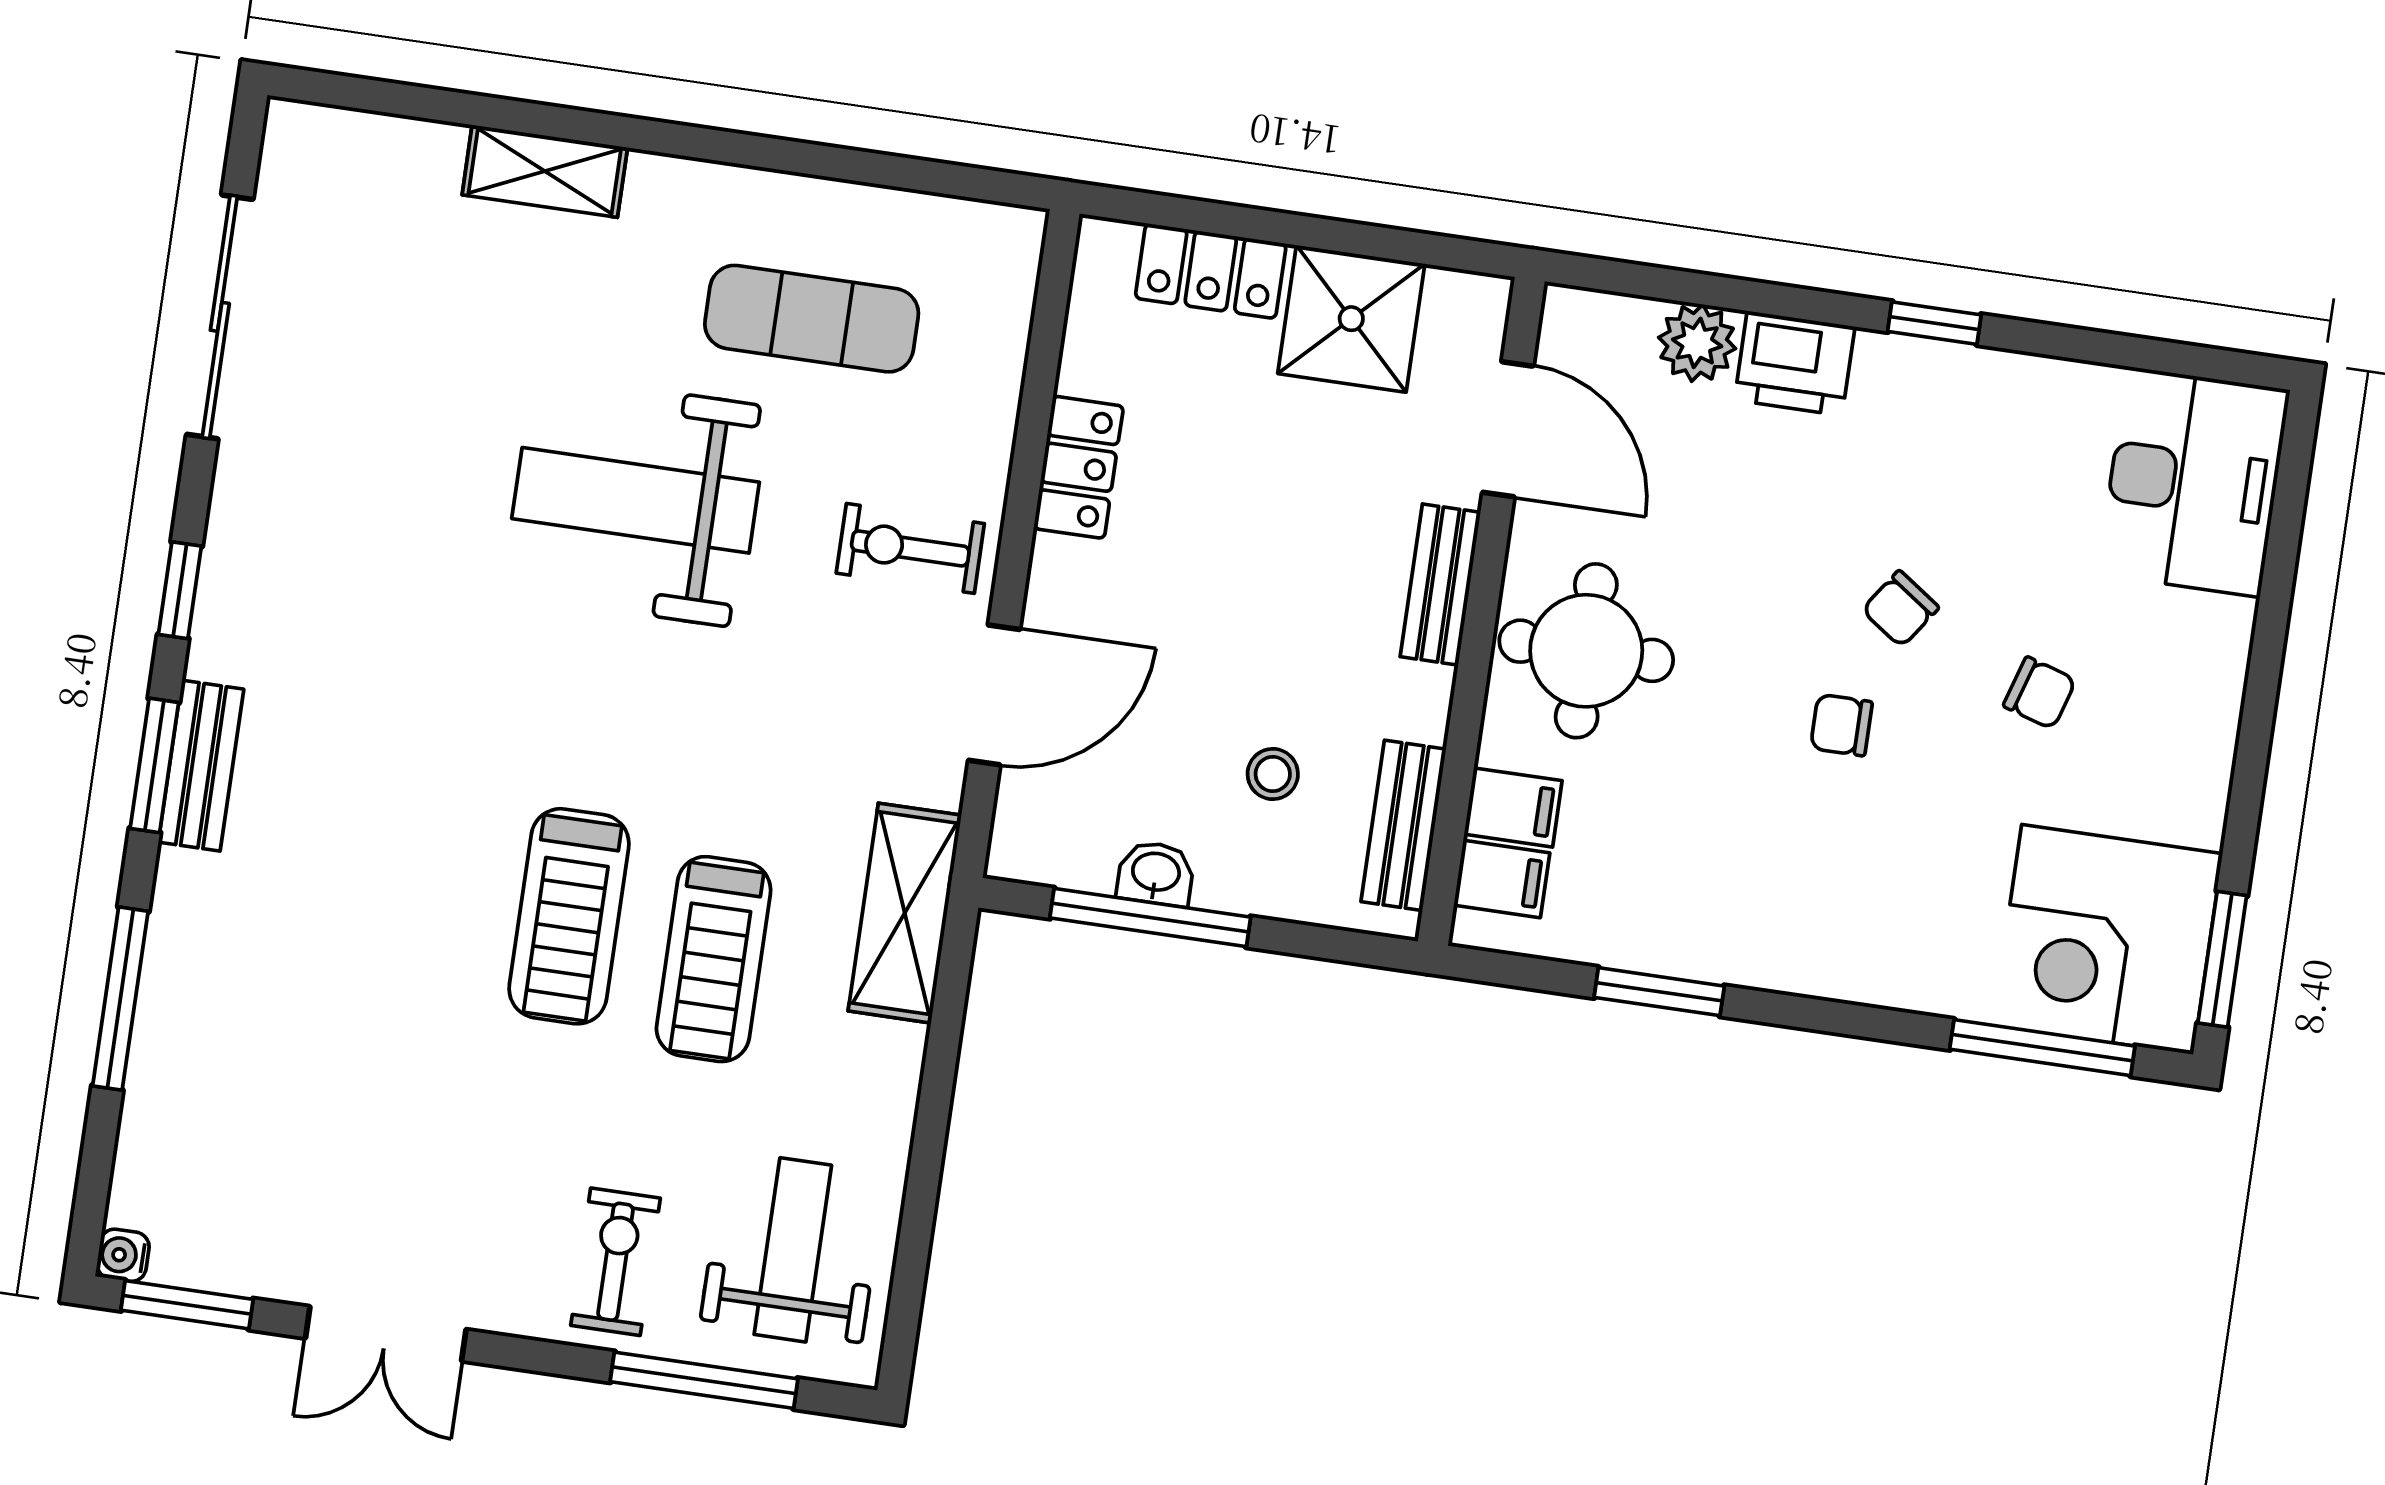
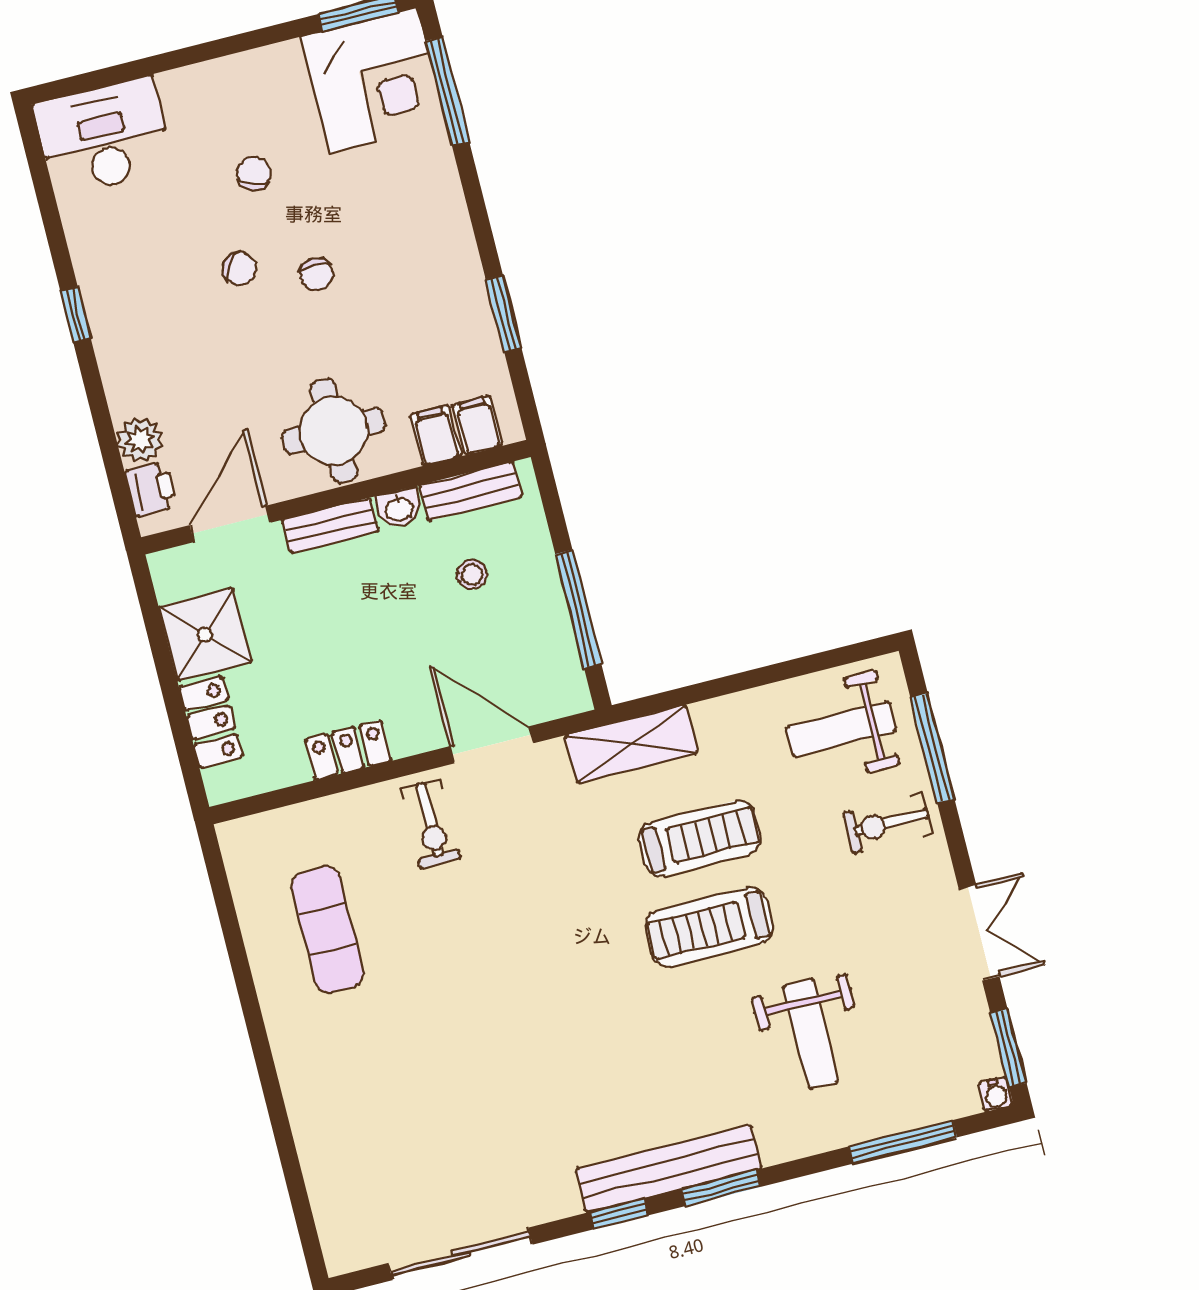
shelving: (545, 171) -> (307, 1109), removed
printer: (1795, 363) -> (151, 489), moved, width x0.73, depth x0.81
weight bench: (636, 500) -> (811, 1034), moved, width x0.73, depth x0.75
bench: (201, 766) -> (669, 1169), width x1.86, depth x1.21
washbasin: (1156, 873) -> (399, 508), moved, turned -90
treadmill: (569, 916) -> (709, 927), turned 180
window: (120, 999) -> (903, 1142), moved

